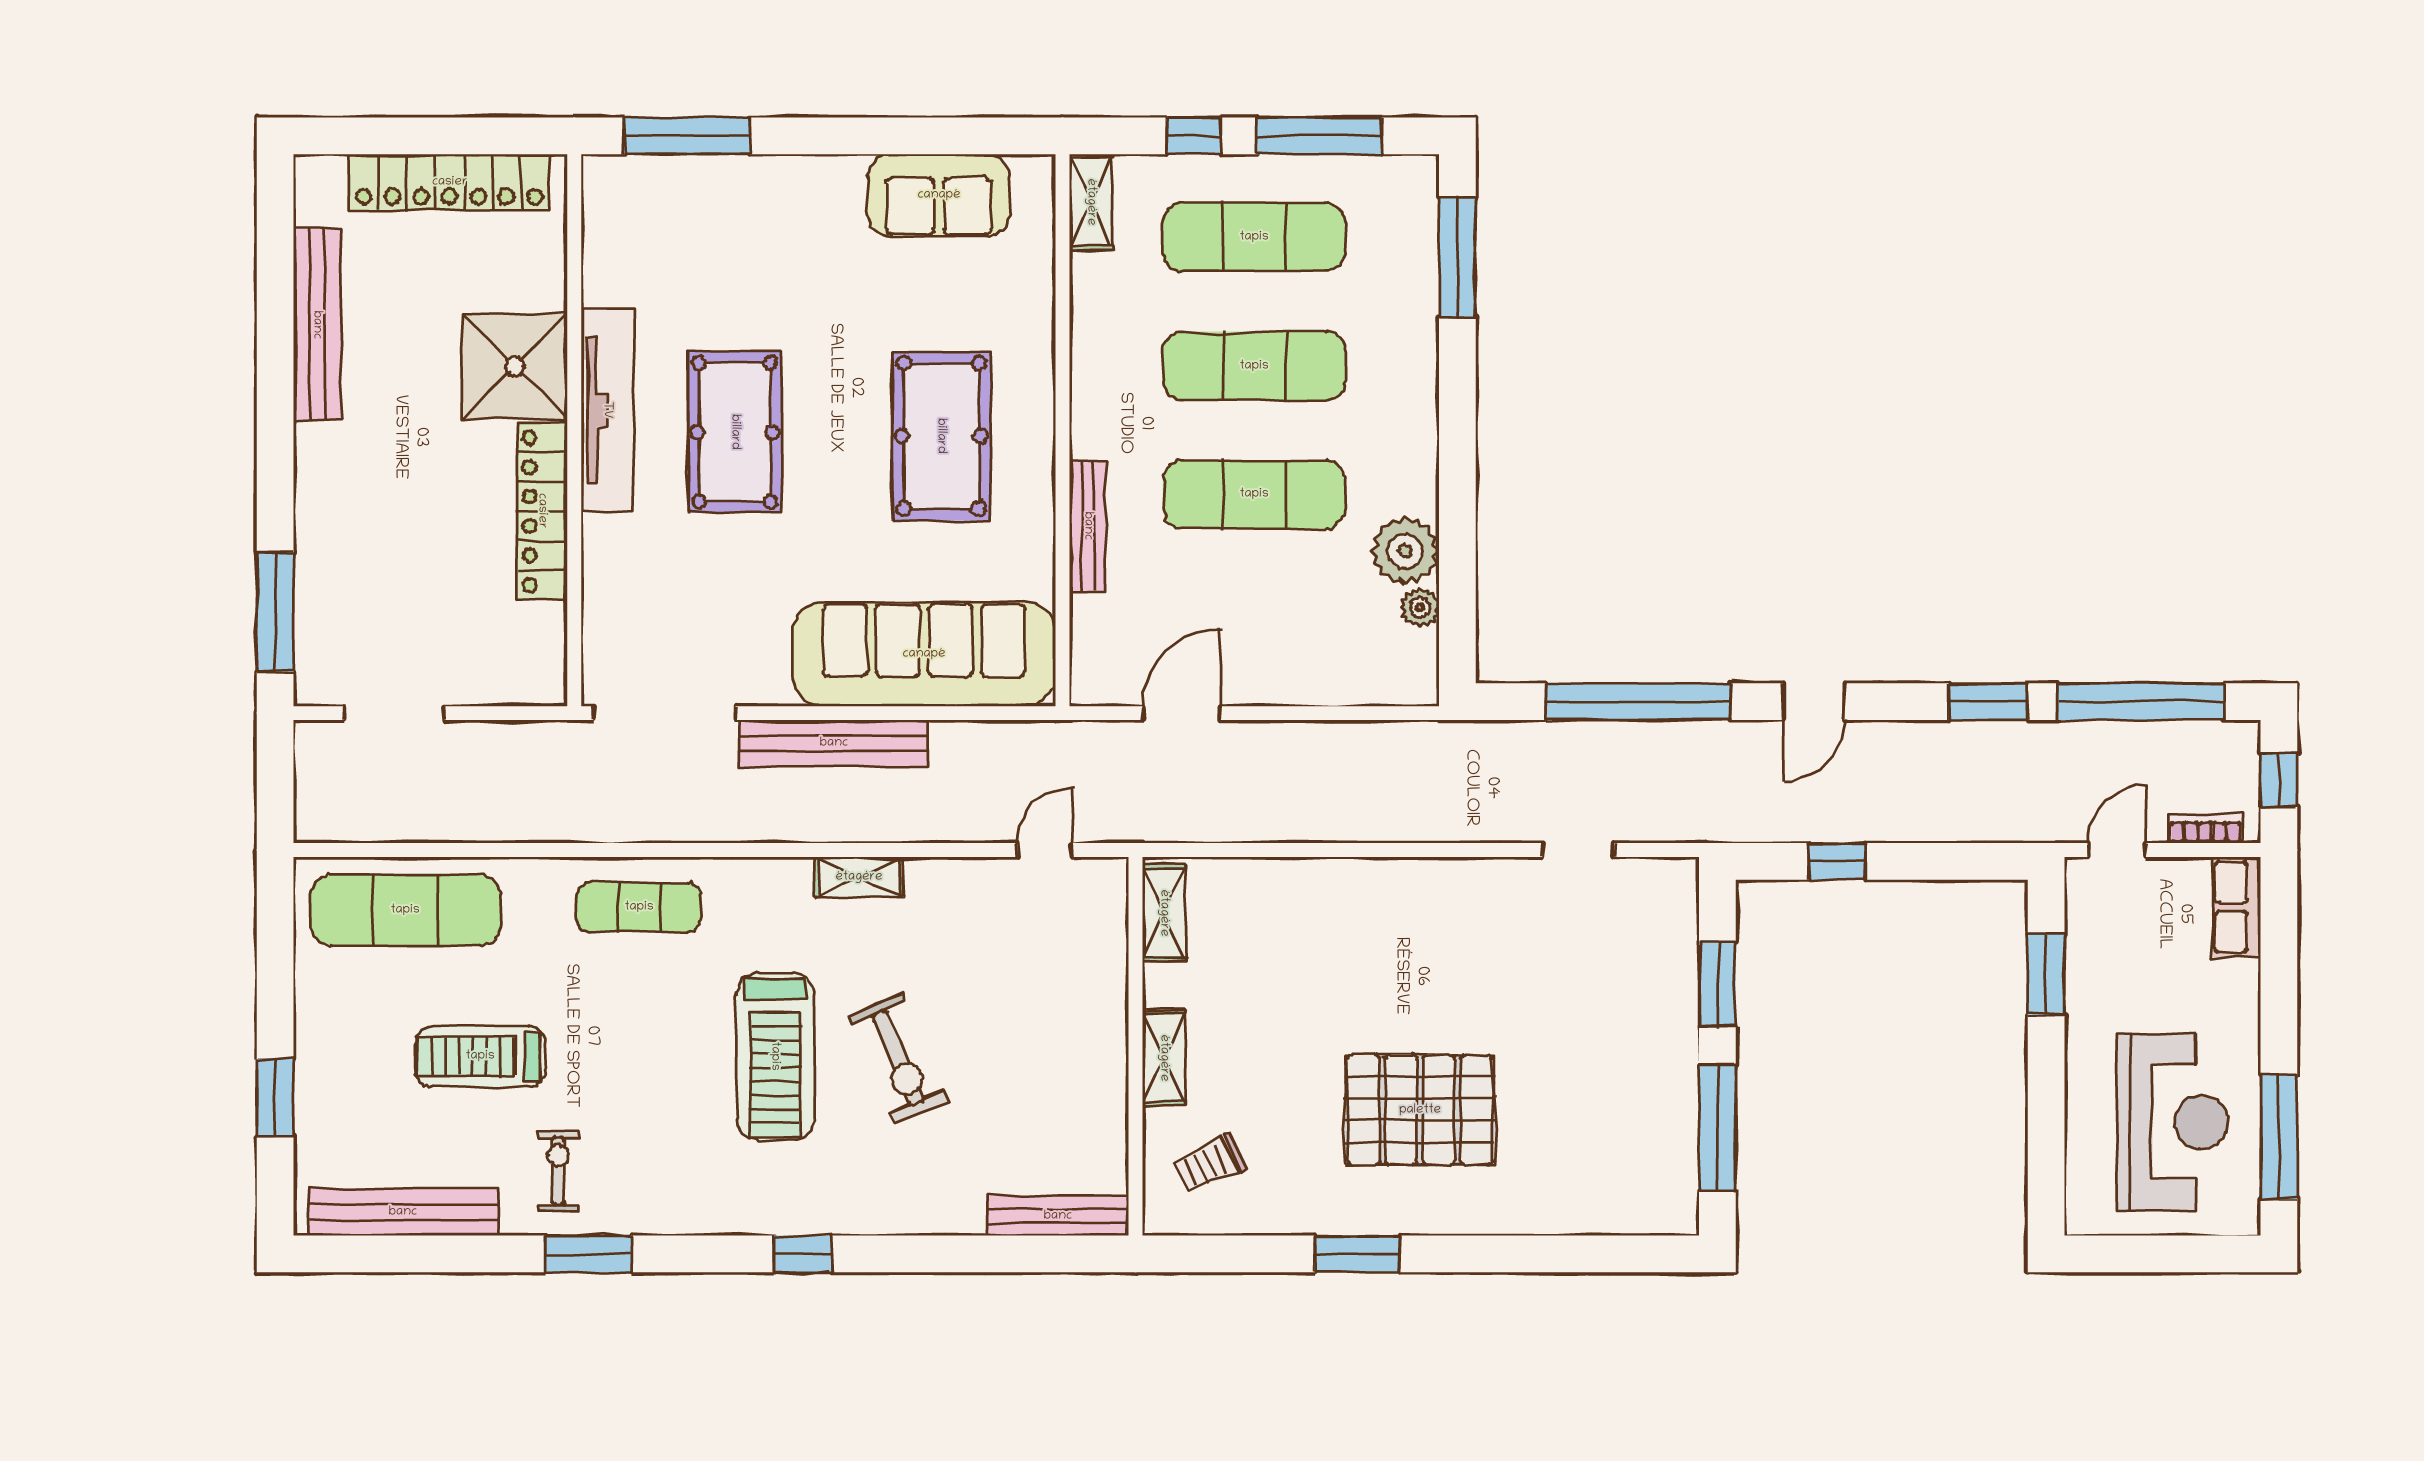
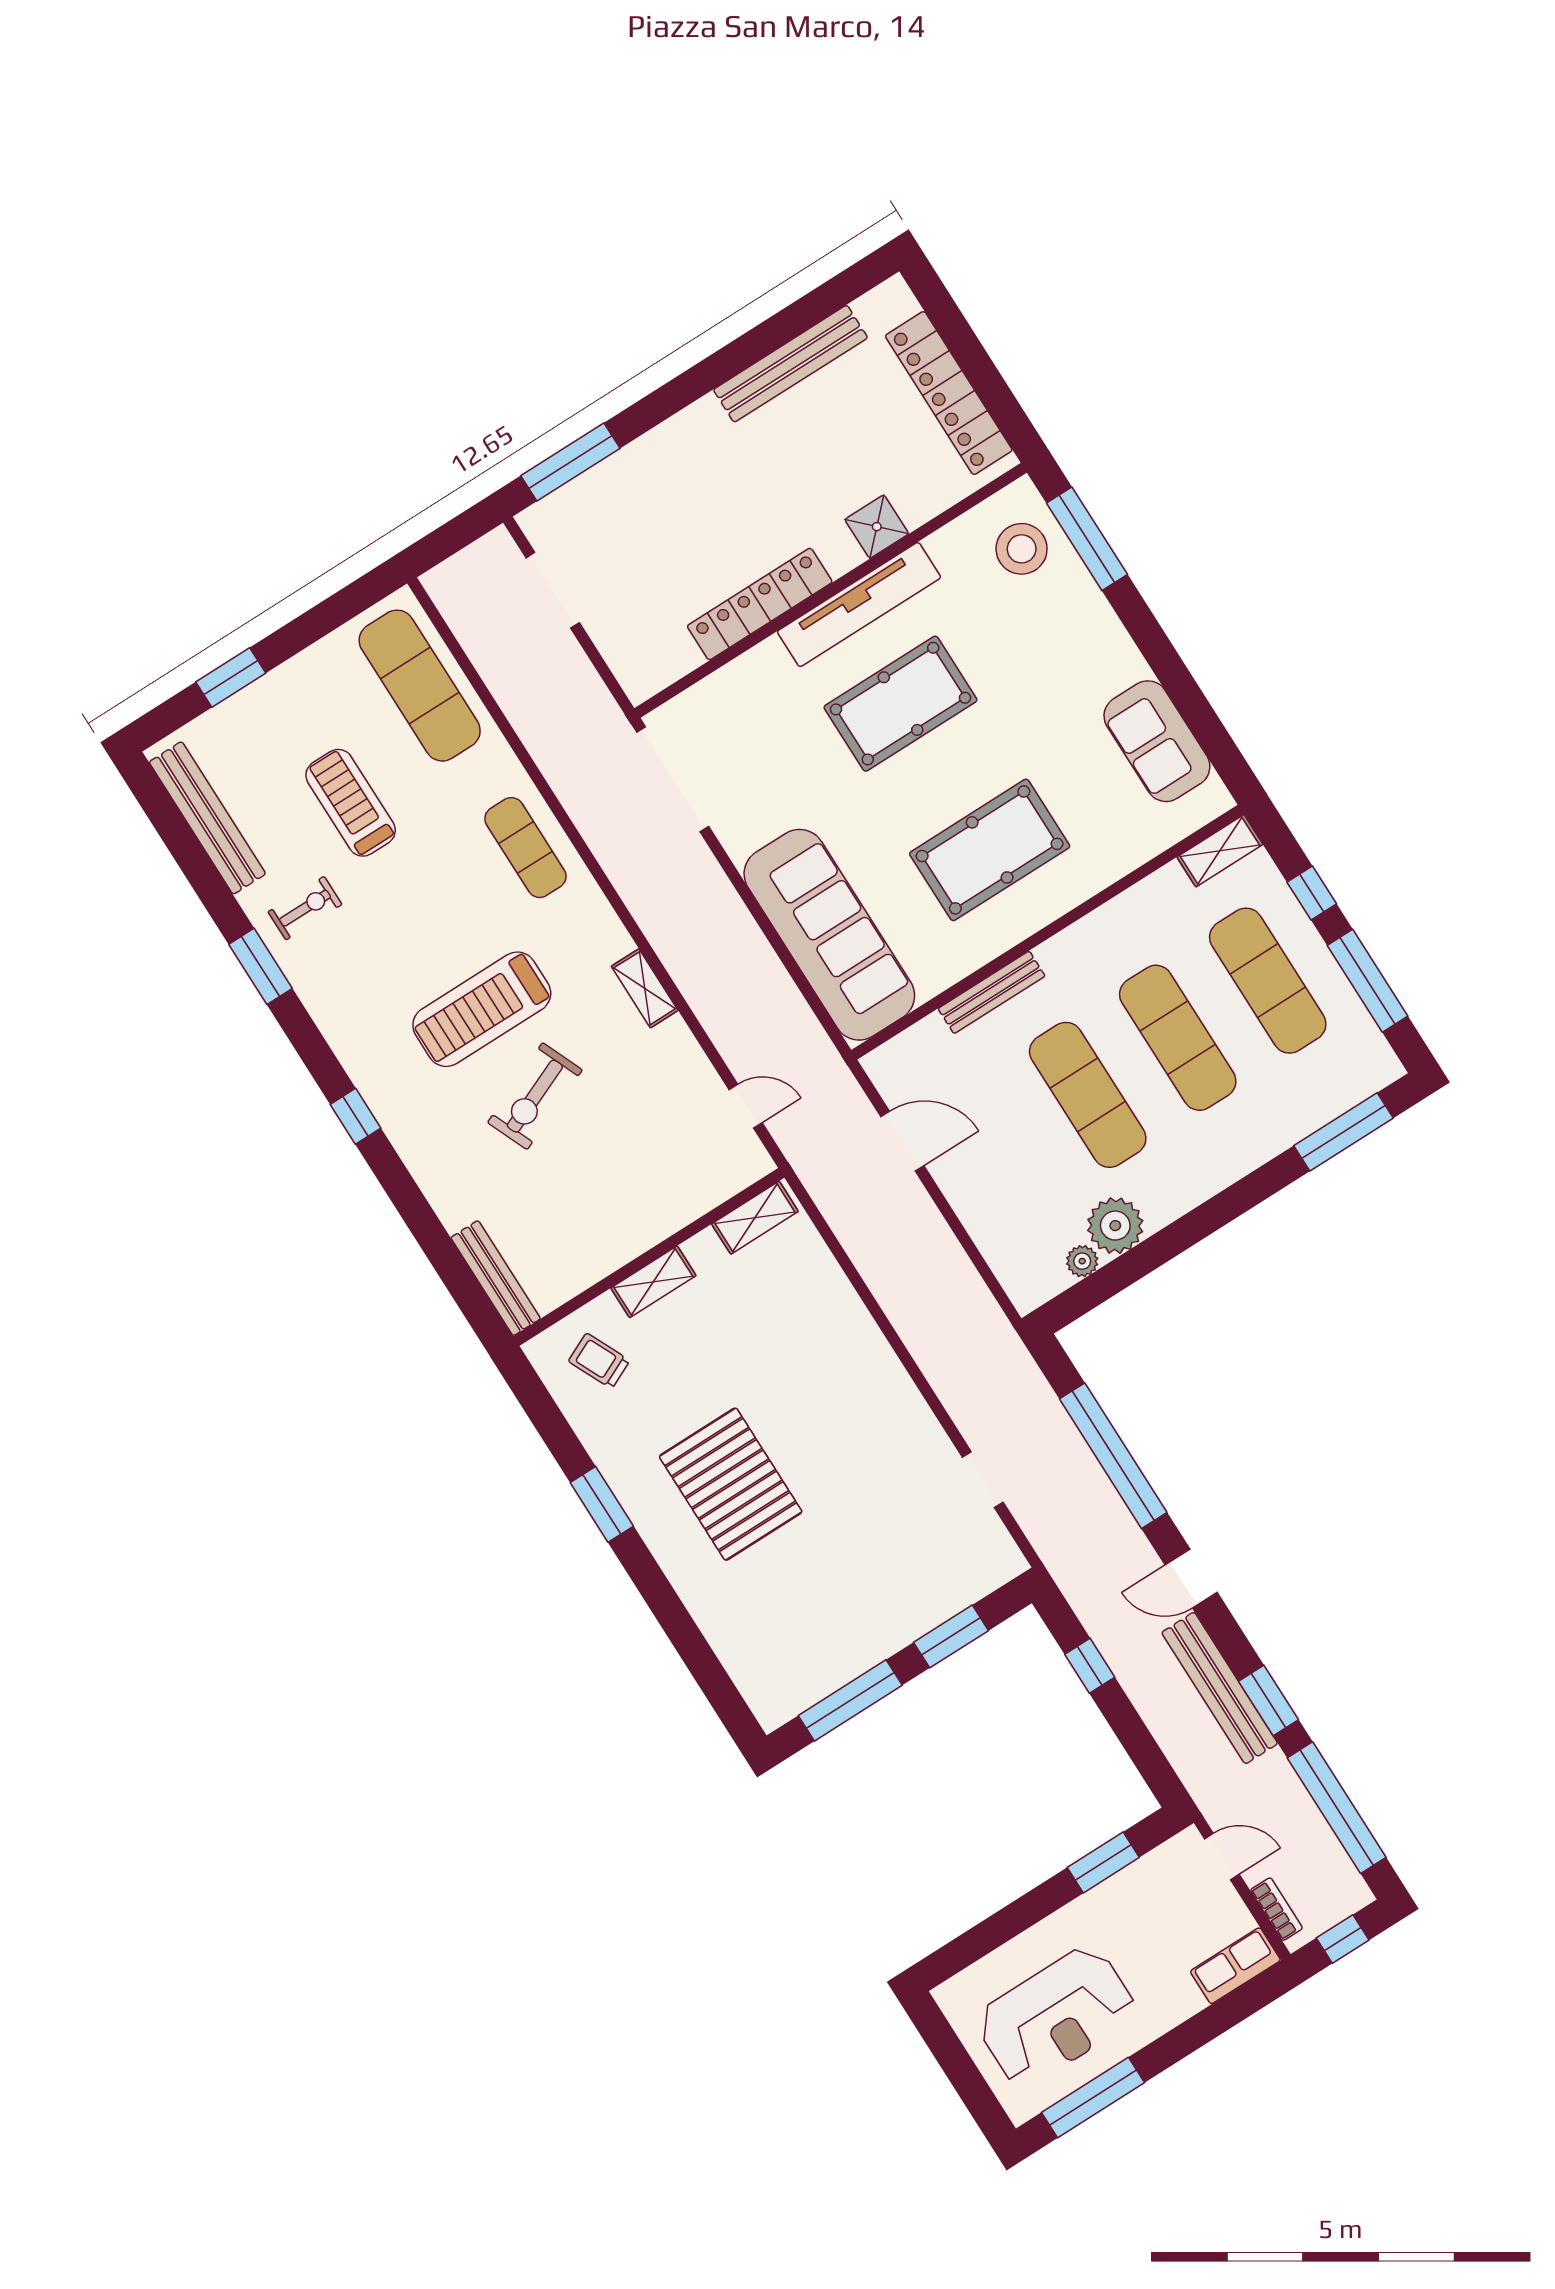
stool: (655, 209) -> (1022, 549), added
shower: (515, 366) -> (877, 527), width x0.54, depth x0.54
bench: (834, 743) -> (1220, 1688), moved

